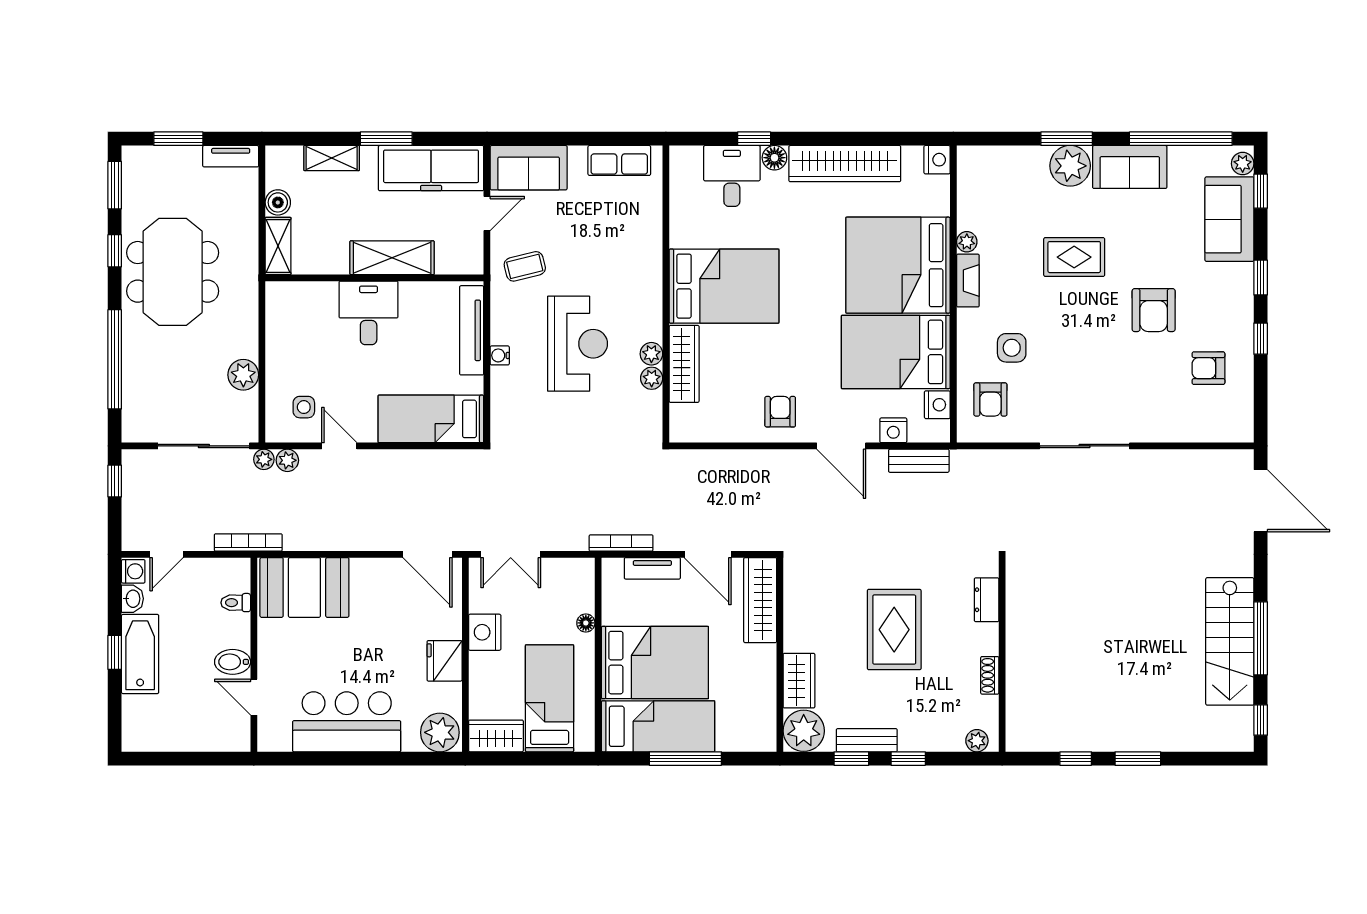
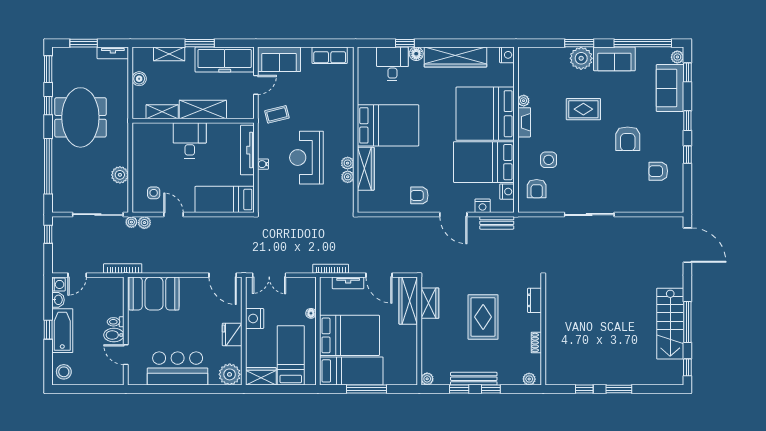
shelving: (278, 246) -> (162, 112), moved, turned 90
reception desk: (578, 344) -> (306, 158), turned 180
armchair: (780, 412) -> (419, 195), turned -90
toilet: (236, 603) -> (116, 322), moved
wardrobe: (799, 681) -> (430, 303), moved
stool: (143, 728) -> (64, 372), added
plant: (804, 731) -> (427, 379), width x0.53, depth x0.53
bench: (867, 740) -> (474, 379), width x1.36

